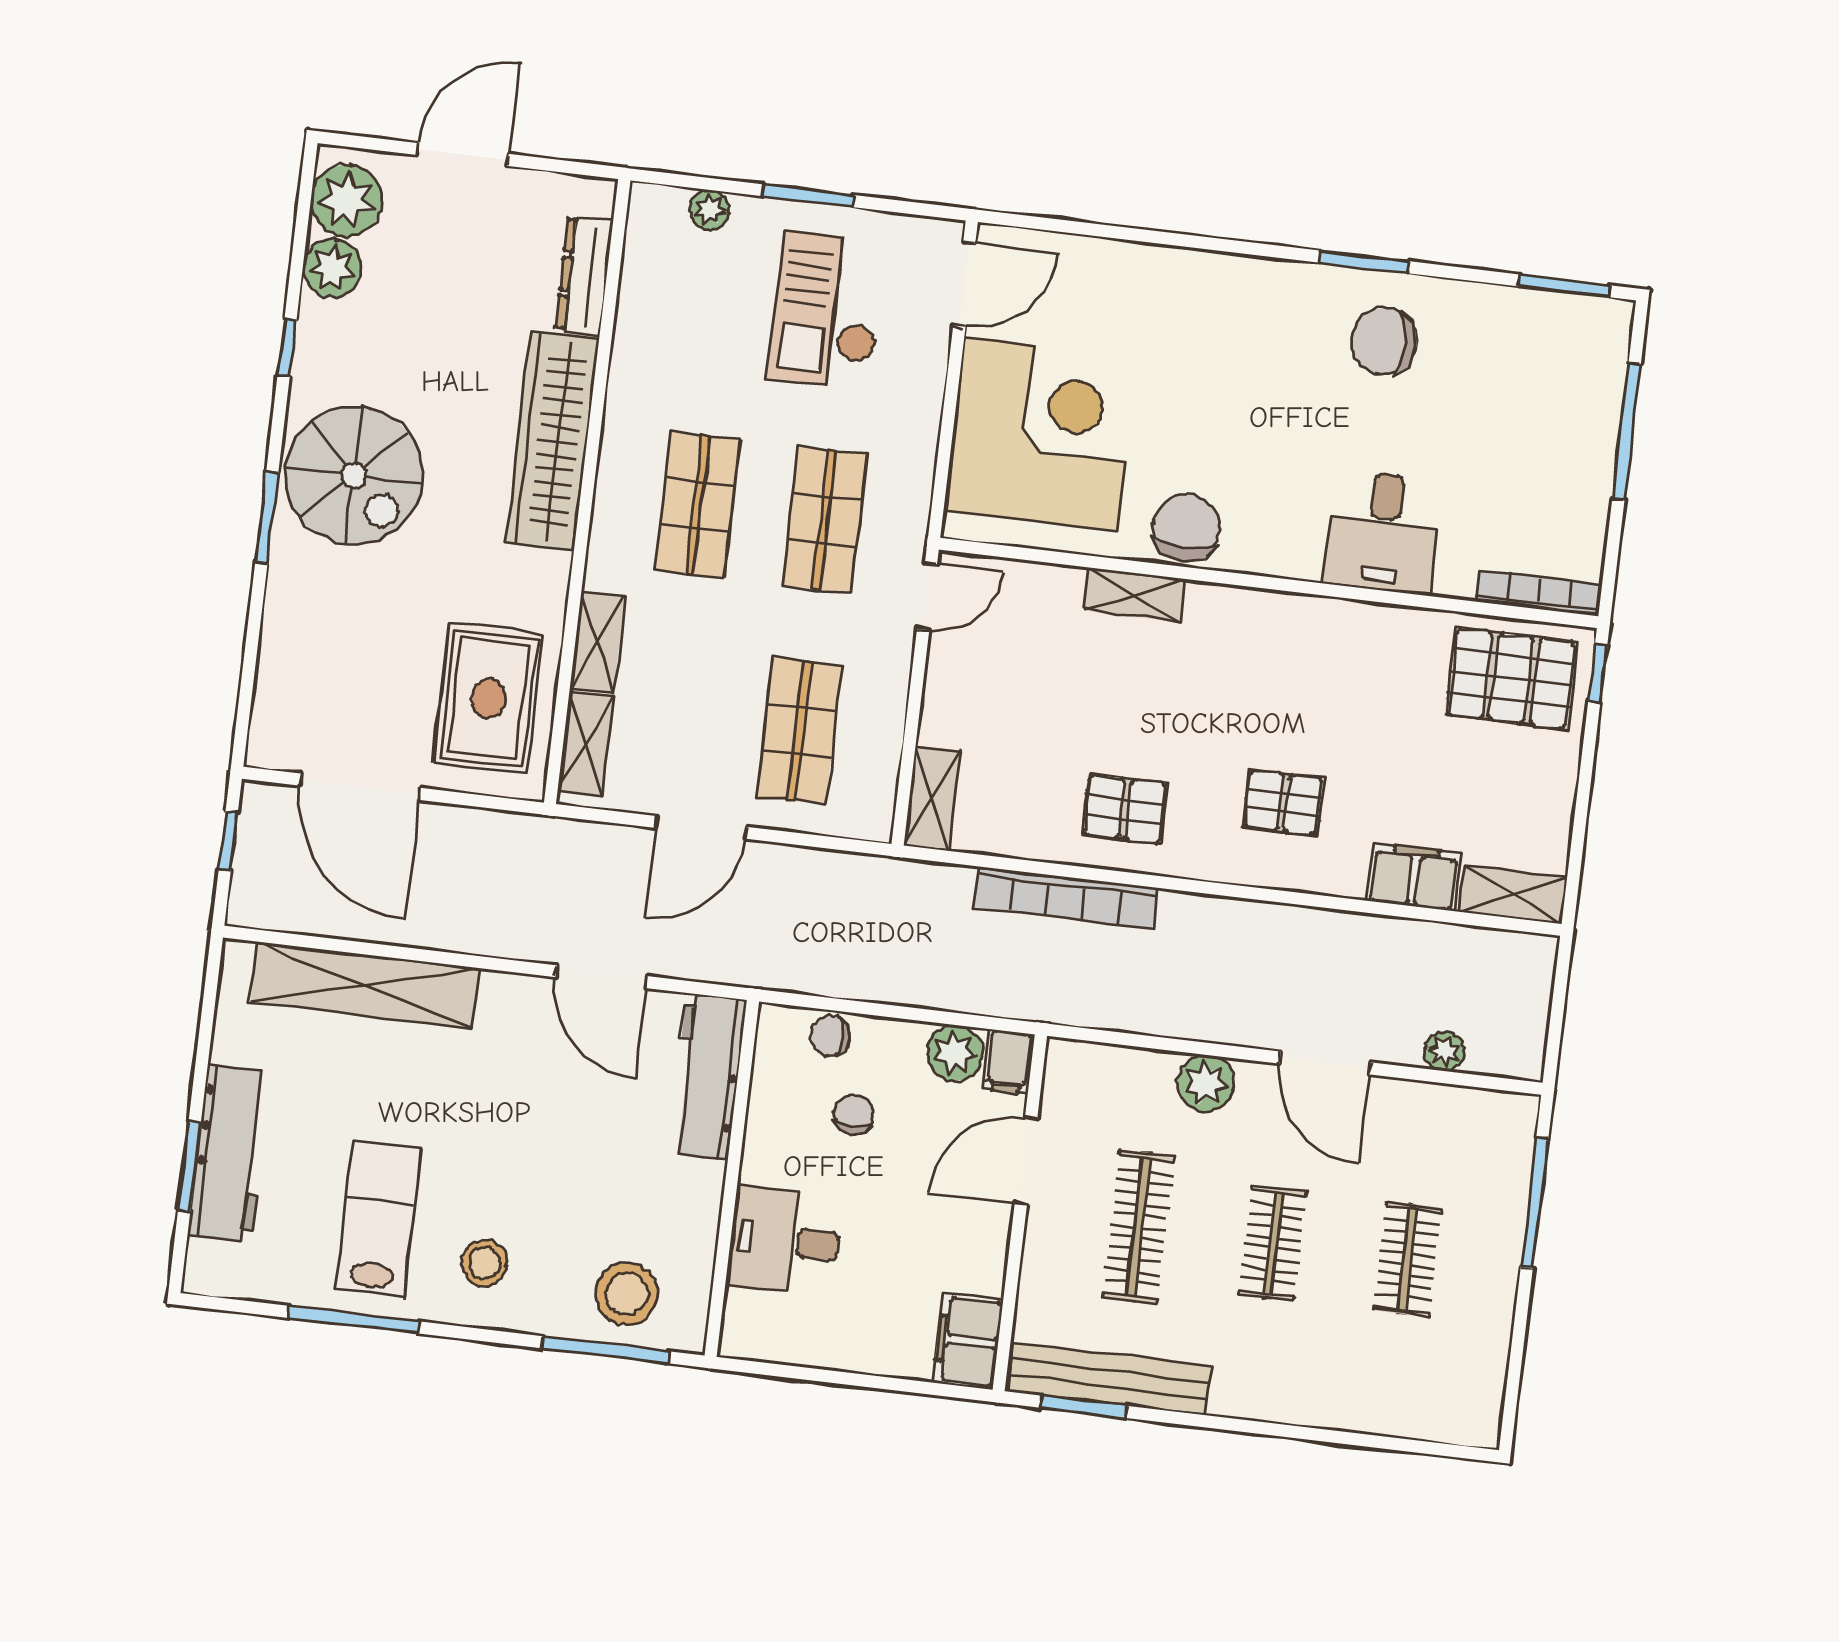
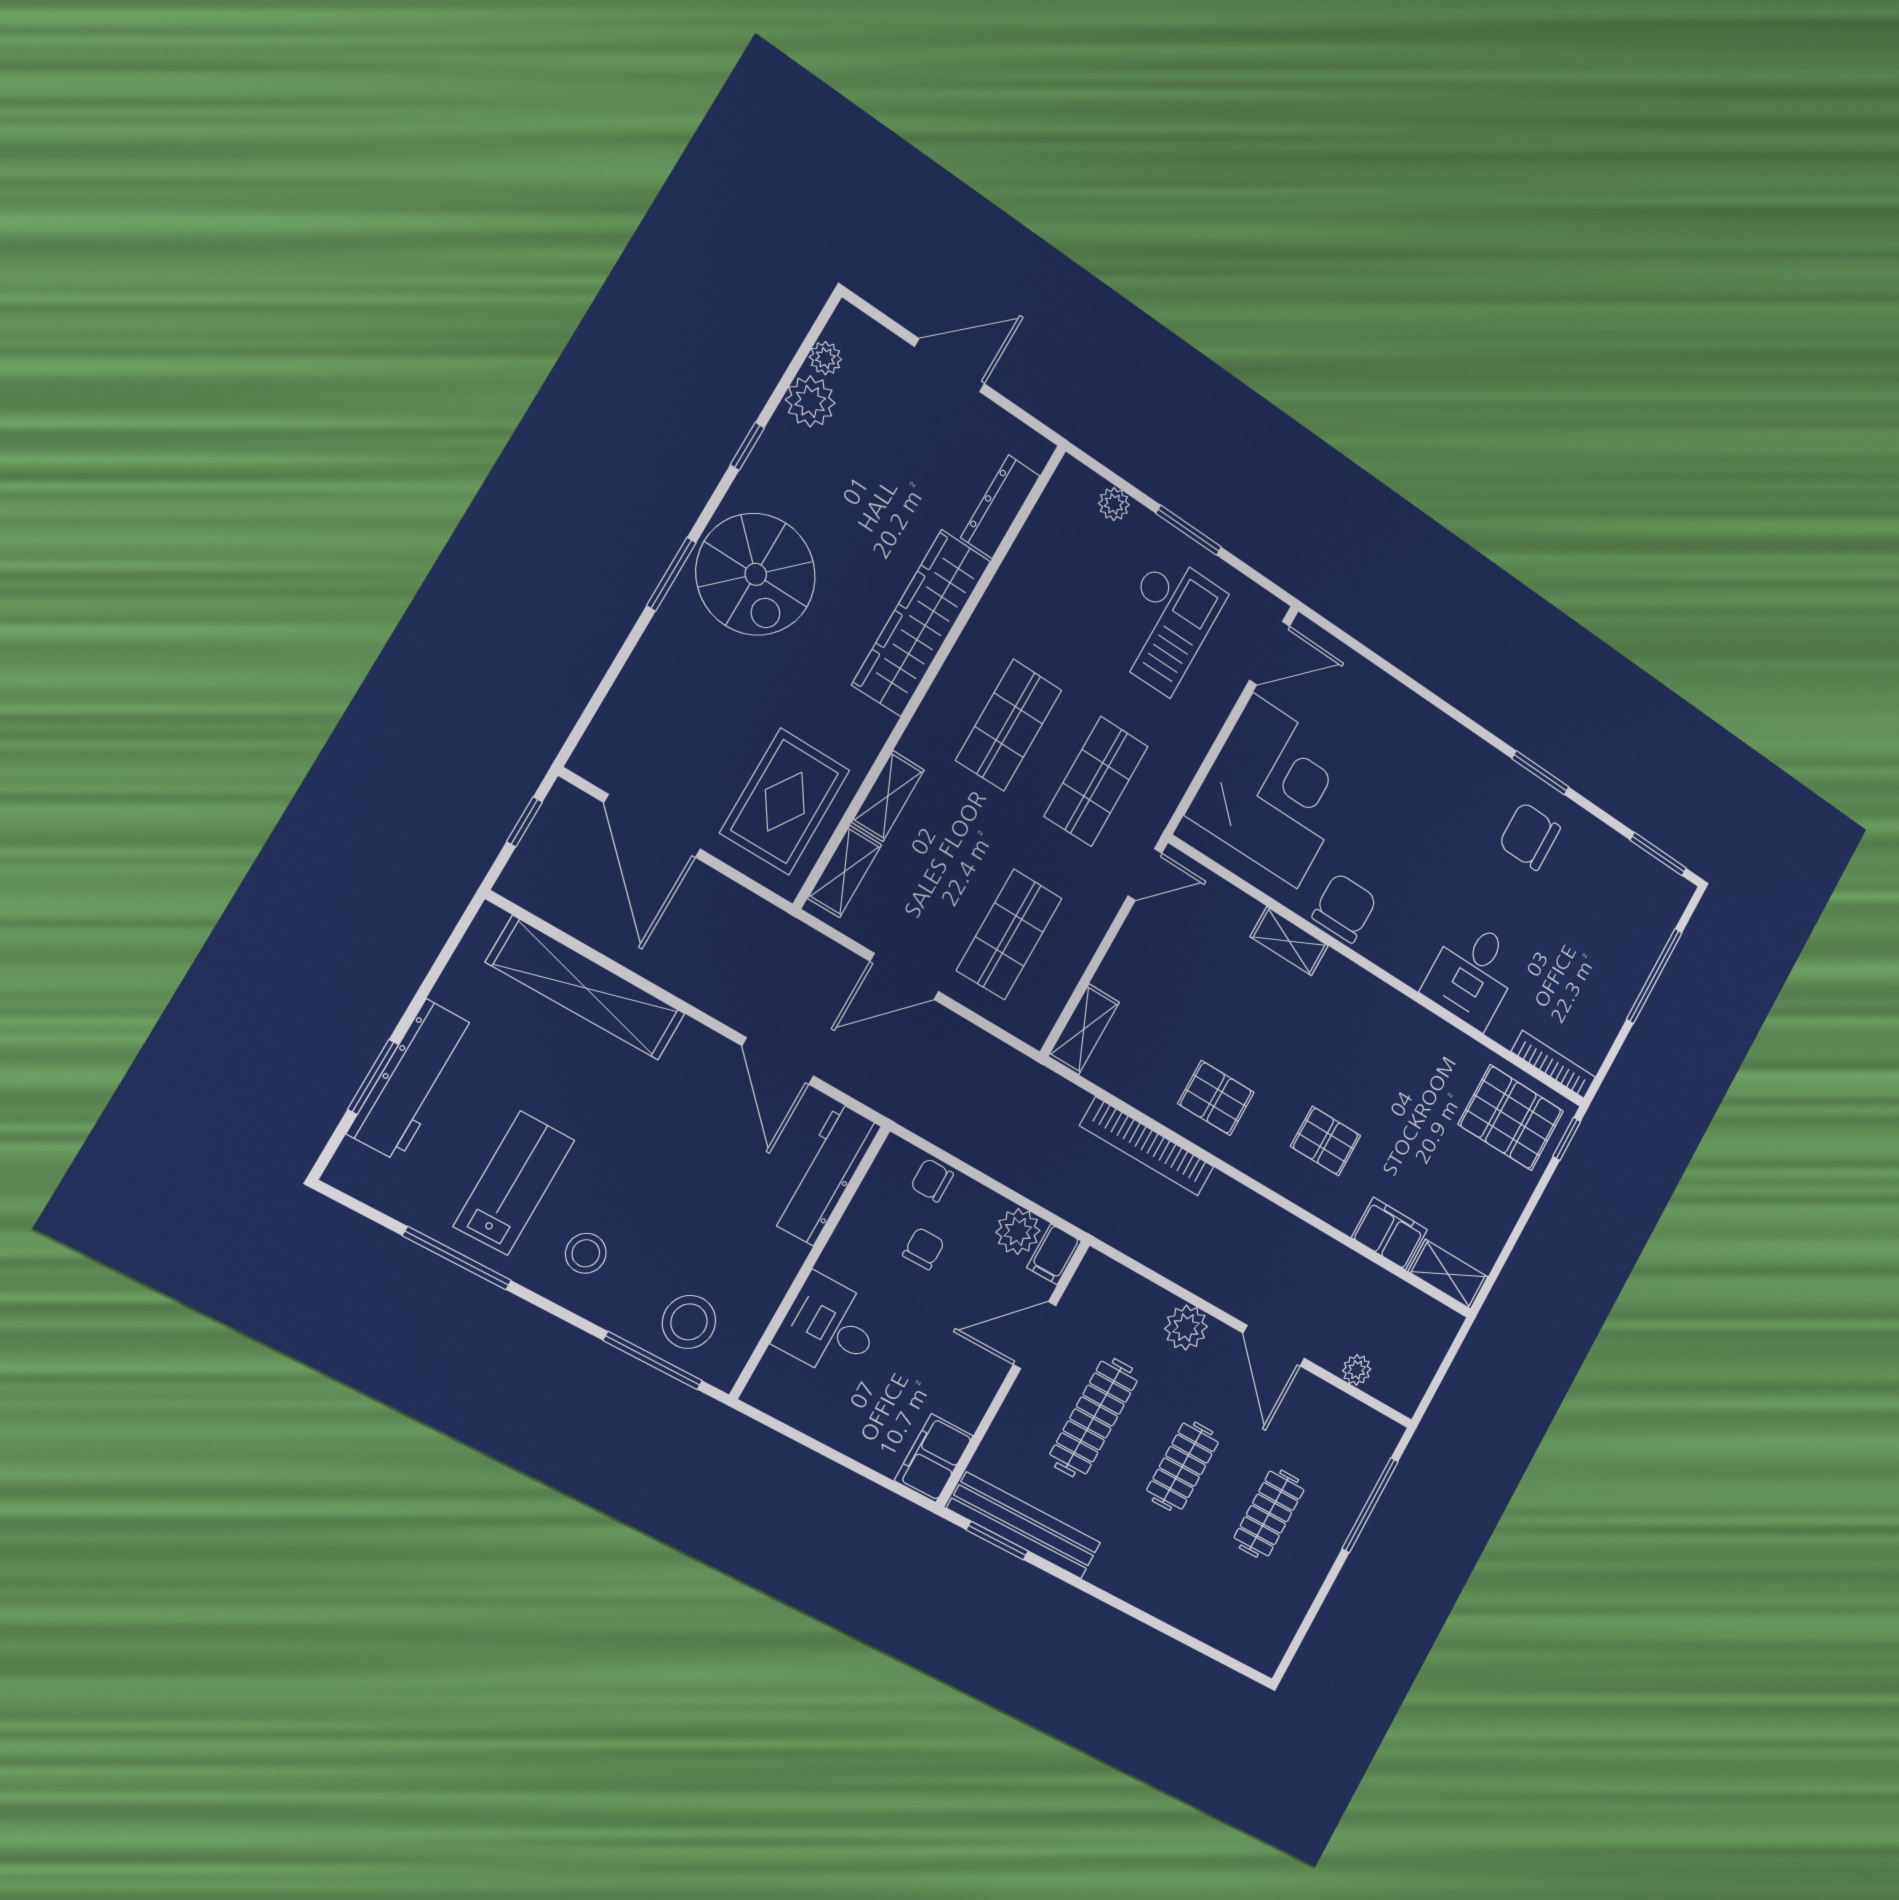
plant: (346, 200) -> (825, 358), width x0.53, depth x0.53
checkout: (827, 310) -> (1165, 623), turned 180

